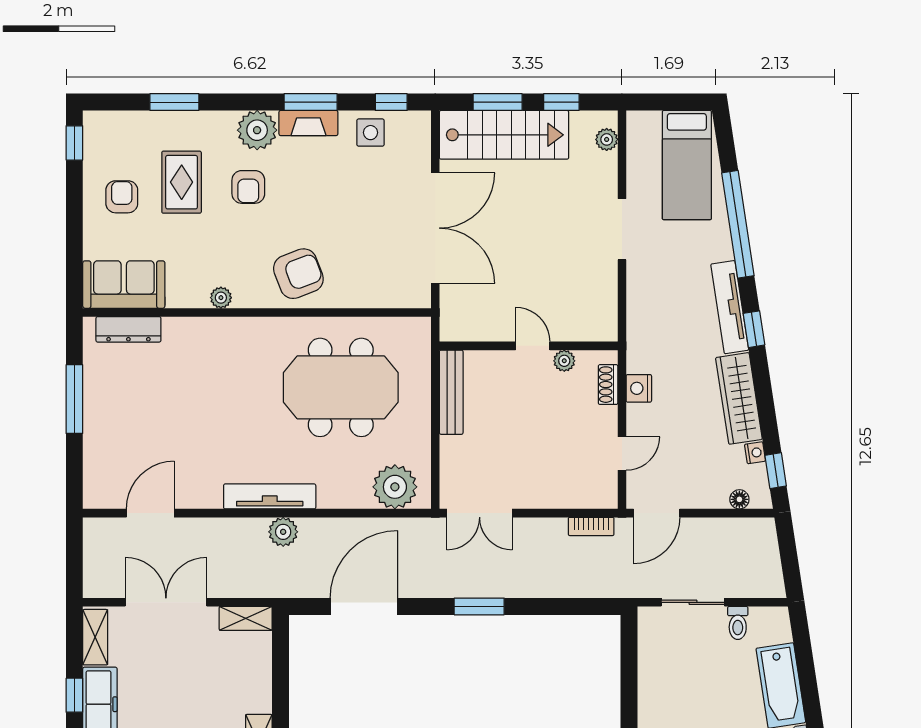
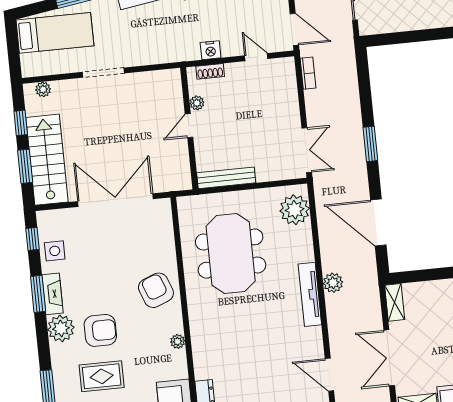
armchair: (248, 187) -> (100, 330), width x1.38, depth x1.38

